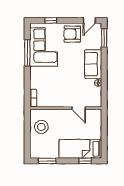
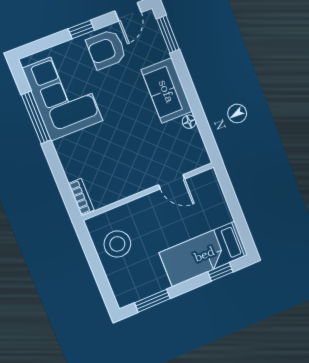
window: (51, 20) -> (81, 30), moved

